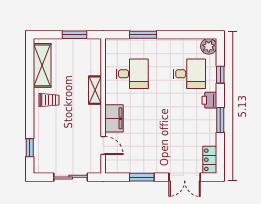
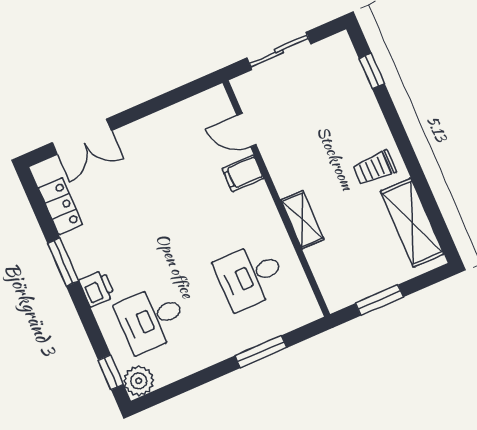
window: (220, 75) -> (111, 372), moved
filing cabinet: (114, 118) -> (243, 173), width x0.50
locker: (210, 160) -> (60, 206), moved
window: (142, 177) -> (156, 104), removed
double door: (185, 177) -> (82, 137), swing flipped

